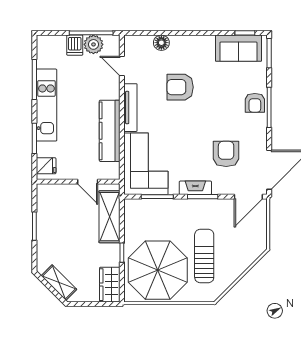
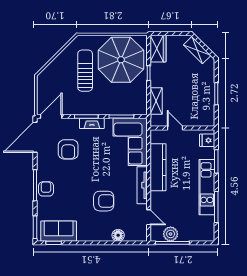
dishwasher: (75, 45) -> (185, 233), removed
shelving: (110, 217) -> (156, 101), width x0.67, depth x0.75
sun lounger: (204, 256) -> (85, 71), turned 180

